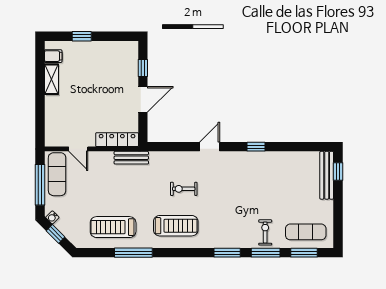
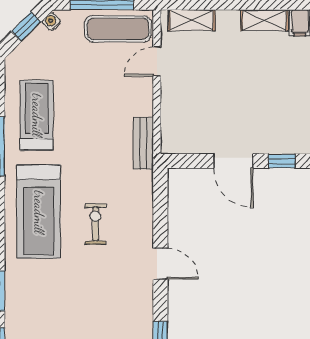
shelving: (51, 126) -> (192, 20), added
locker: (117, 140) -> (171, 121), removed
treadmill: (176, 226) -> (39, 212), width x1.37, depth x1.37

